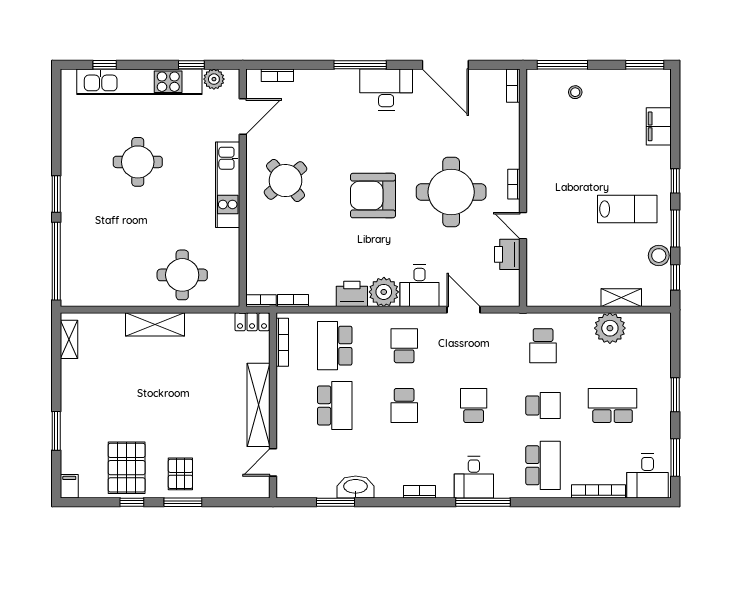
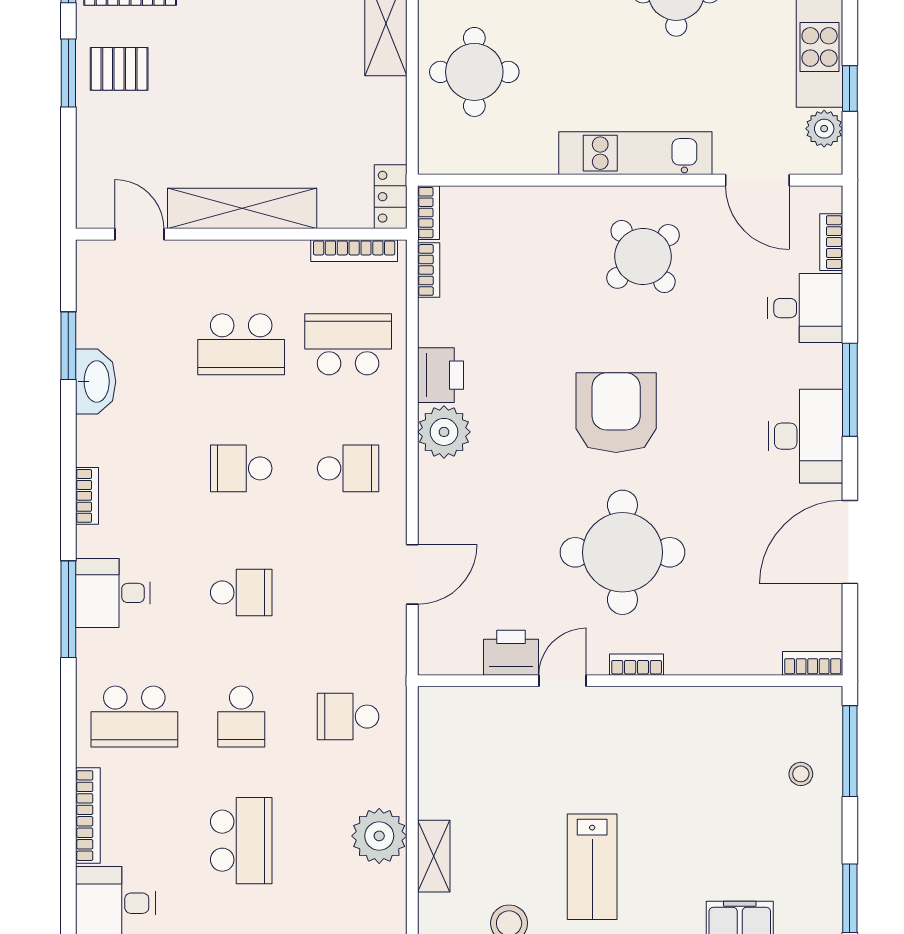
desk: (419, 286) -> (805, 308), moved, turned 180

